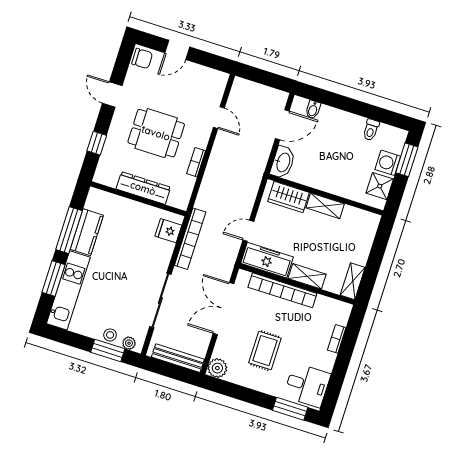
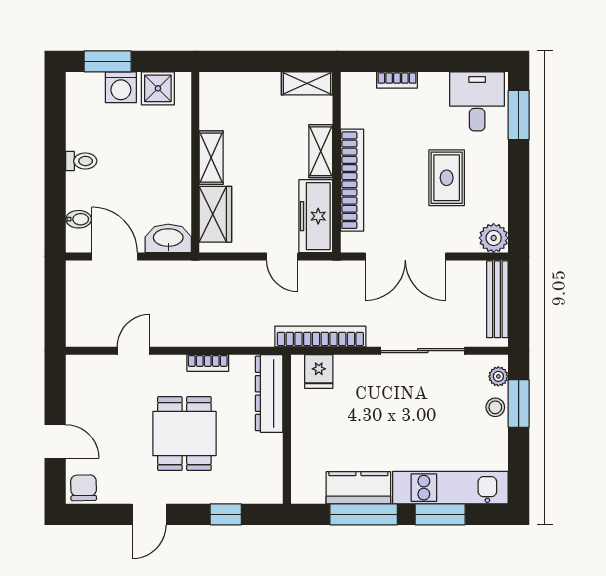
toilet: (371, 130) -> (81, 161), moved
dresser: (143, 188) -> (269, 393), moved
rug: (265, 351) -> (447, 178), turned 90

